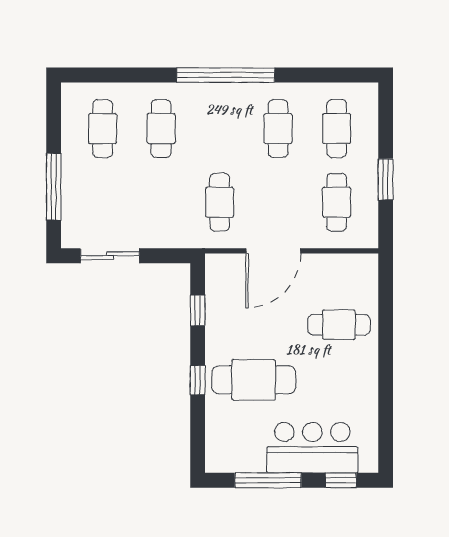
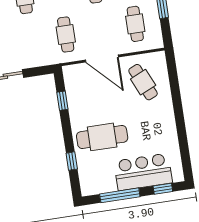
door: (273, 251) -> (102, 59), hinge flipped
cafe table: (339, 325) -> (143, 82), moved, turned 66
window: (198, 380) -> (72, 161), moved

